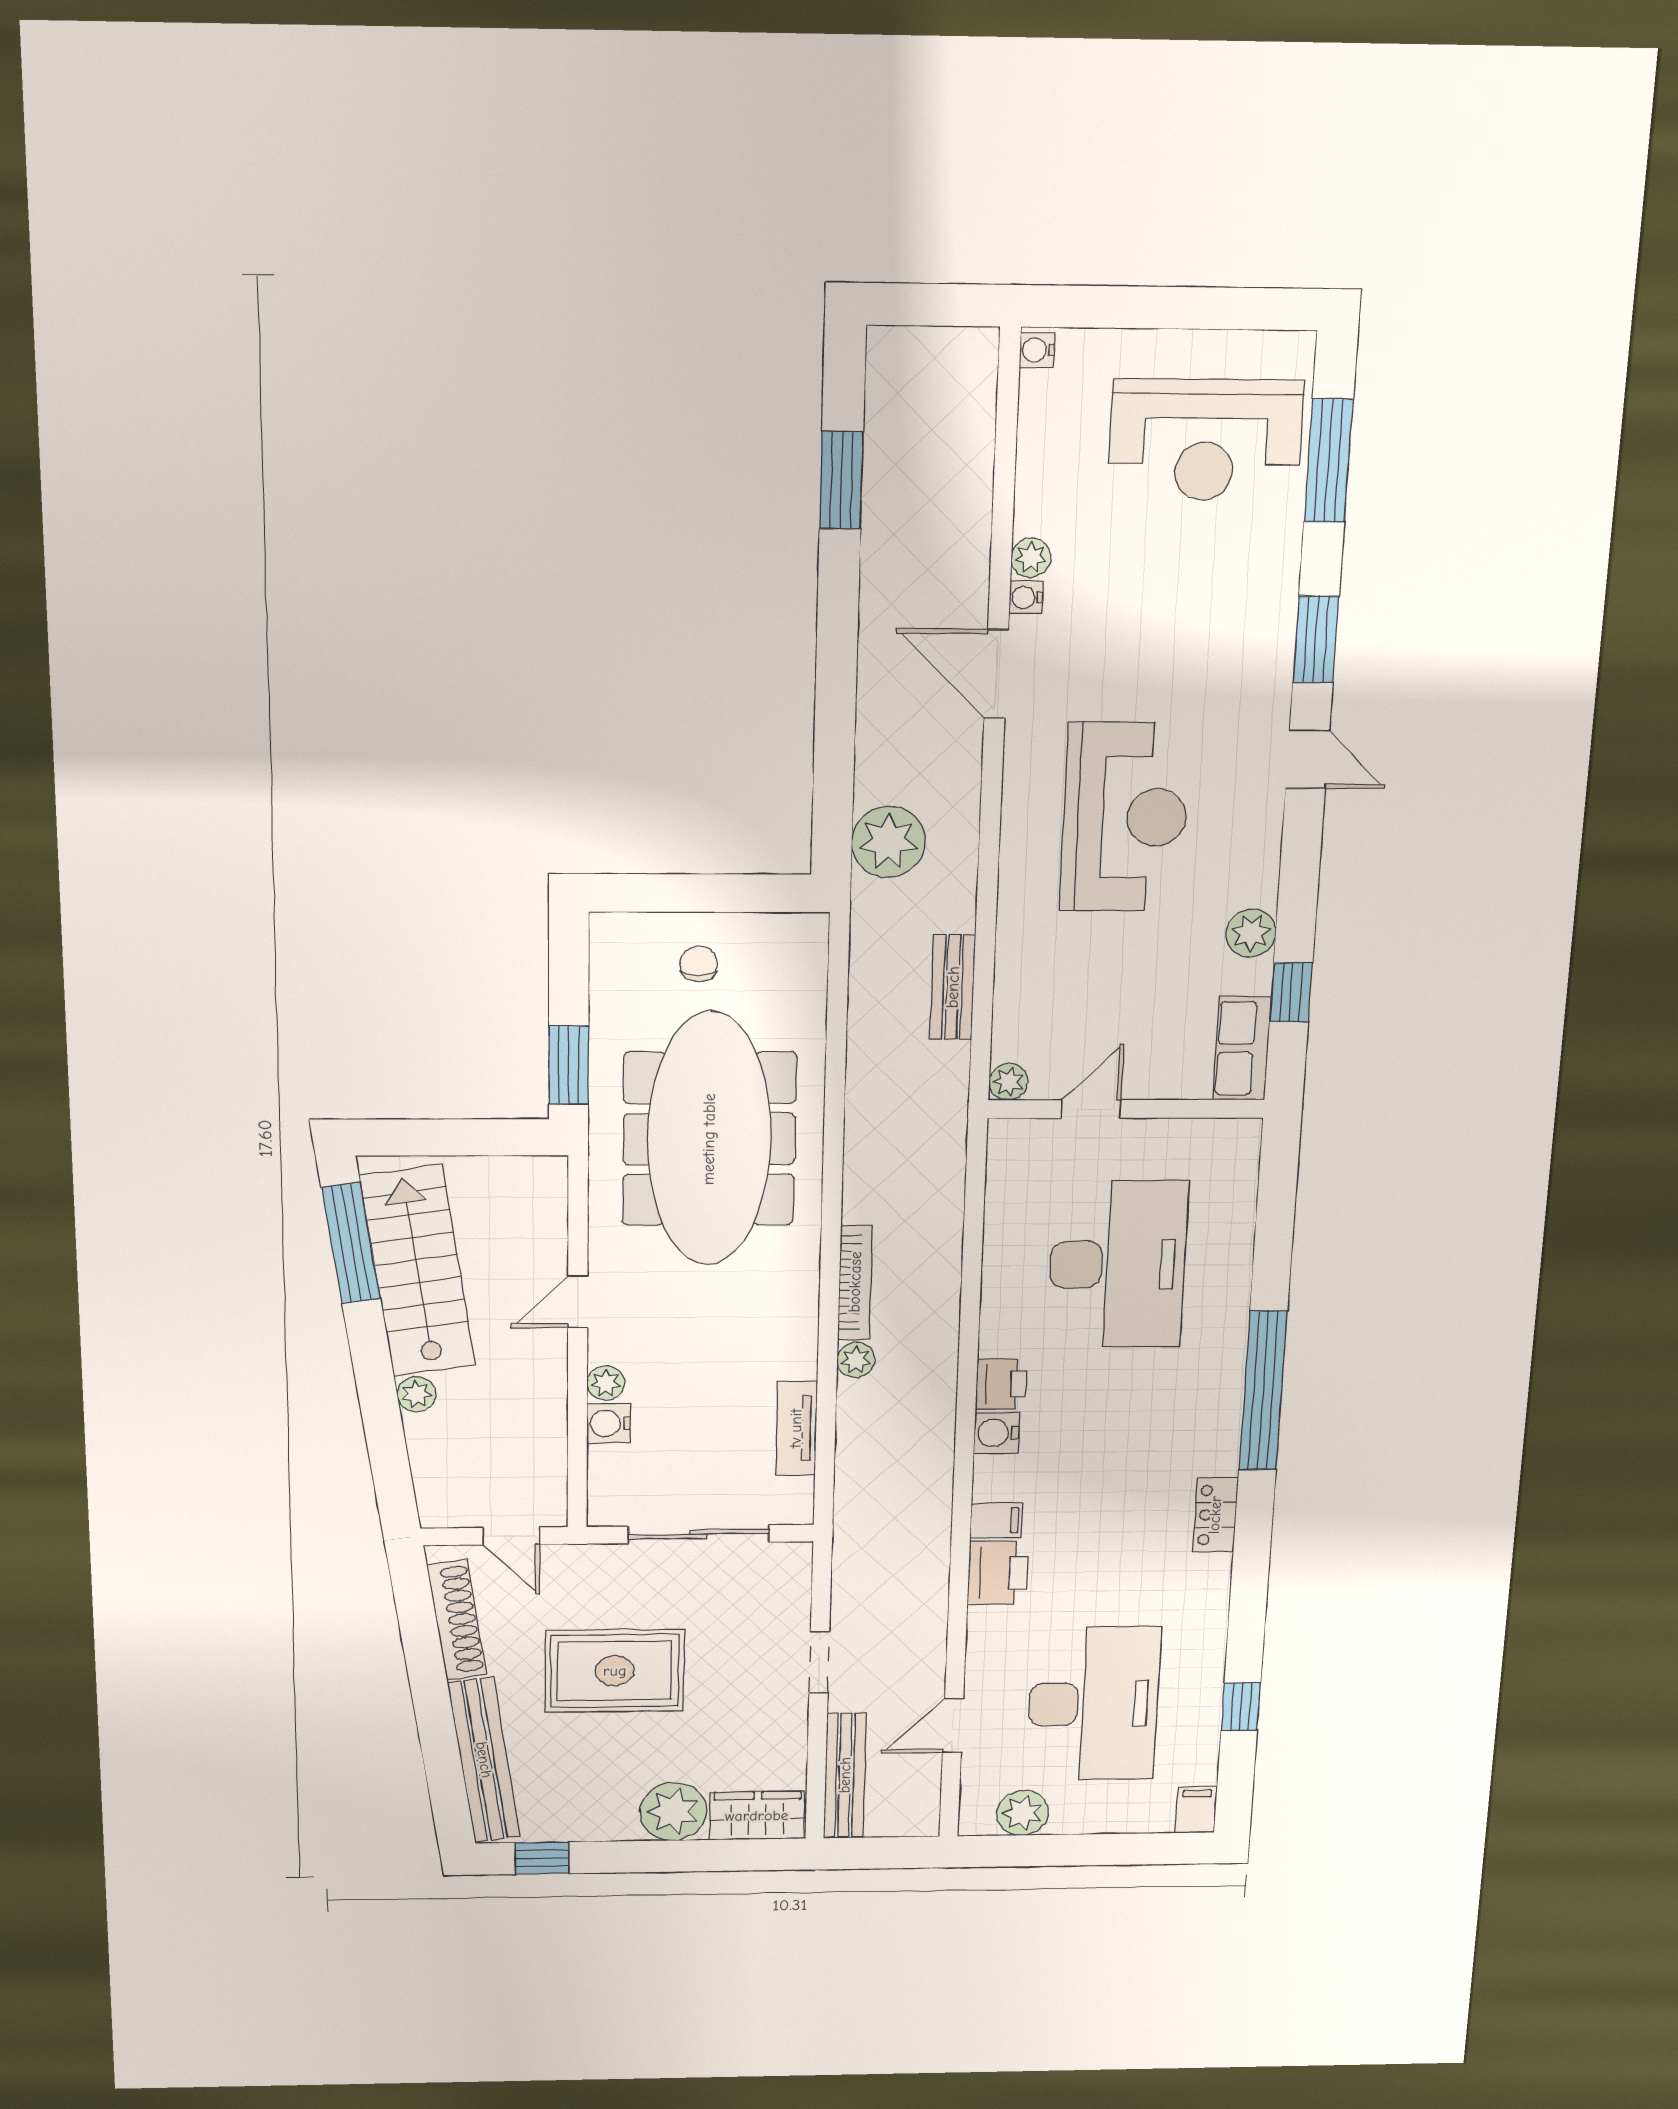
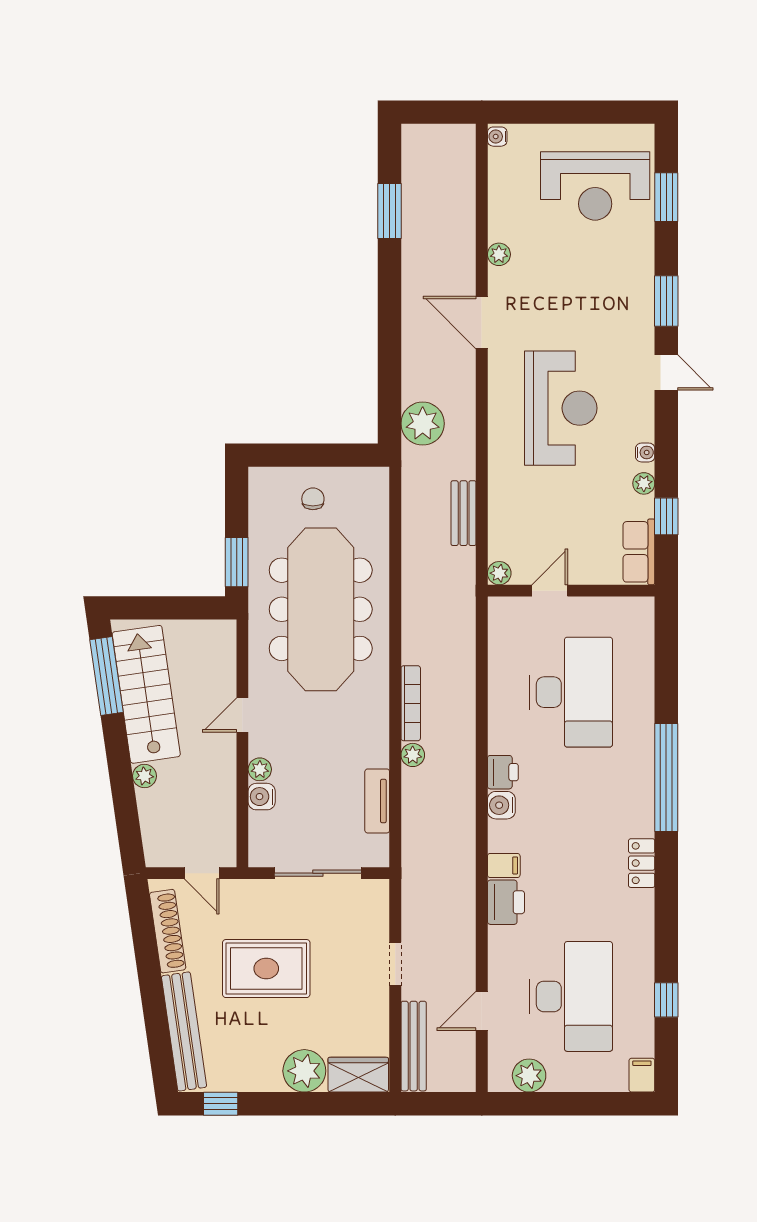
window: (1329, 461) -> (666, 197), width x0.69
water cooler: (1026, 597) -> (645, 452), moved, turned 180
plant: (1251, 933) -> (644, 483), width x0.73, depth x0.73

